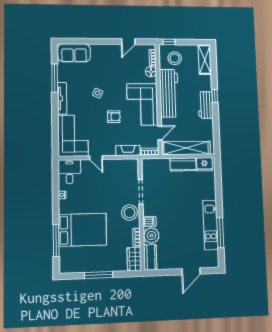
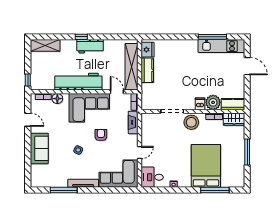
sofa: (74, 53) -> (39, 148), moved
stool: (175, 58) -> (44, 75), removed
kitchen unit: (210, 225) -> (221, 46), moved

